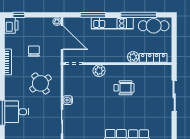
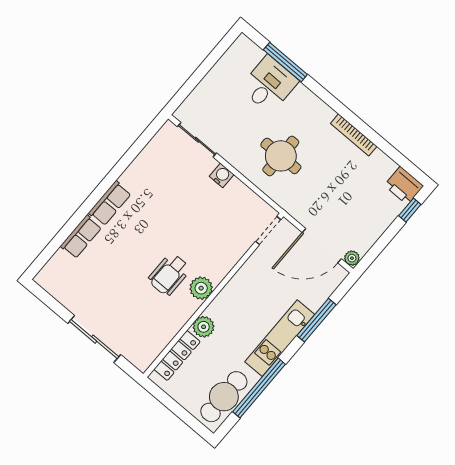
chair: (34, 51) -> (337, 187), removed
plant: (99, 71) -> (201, 288), moved
round table: (40, 83) -> (281, 156), turned 36

